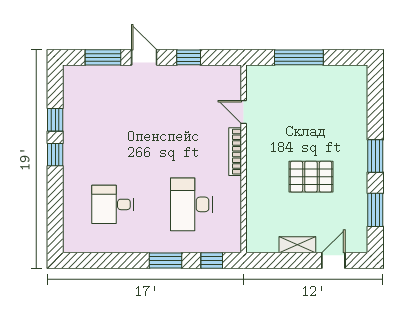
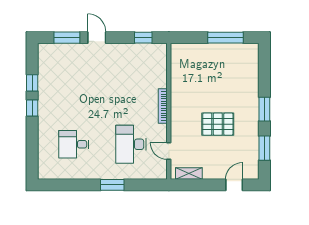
window: (189, 57) -> (143, 38), moved
window: (299, 57) -> (225, 38), moved
door: (244, 112) -> (169, 151), moved
shelving: (297, 245) -> (189, 174), moved
window: (212, 260) -> (146, 185), removed

